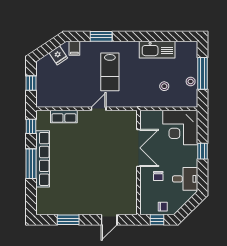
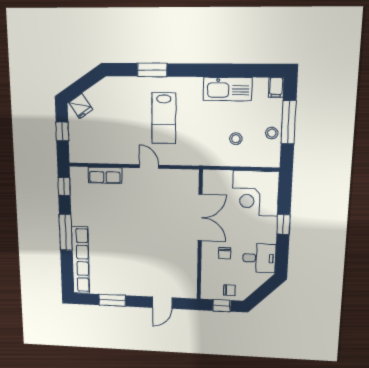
filing cabinet: (74, 48) -> (276, 87), moved
fridge: (58, 55) -> (81, 106), moved
door: (99, 109) -> (149, 166), hinge flipped
row of seats: (43, 159) -> (81, 260), moved

